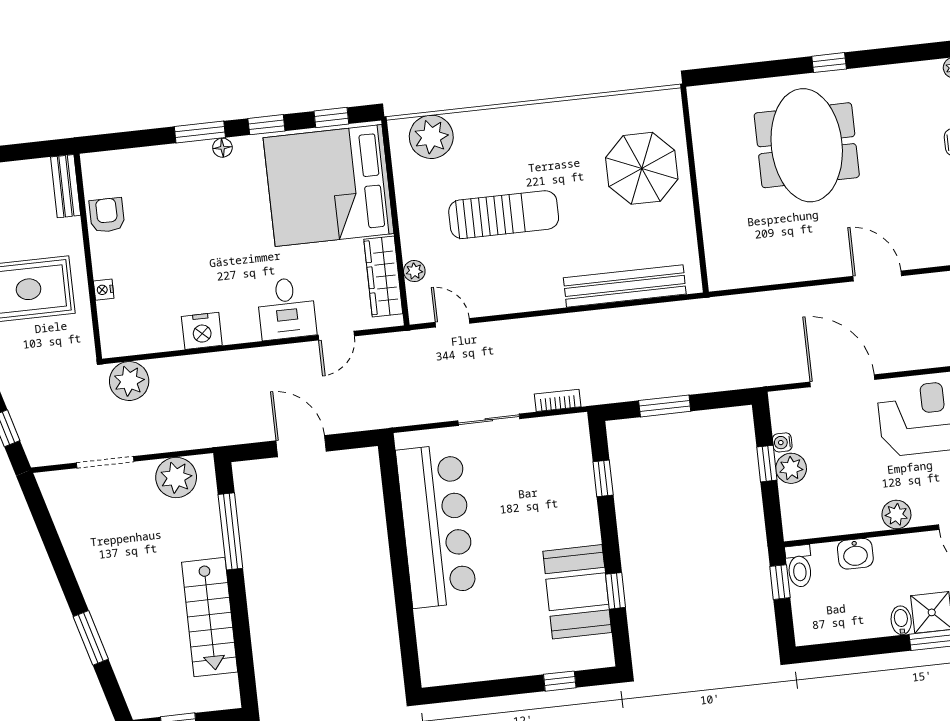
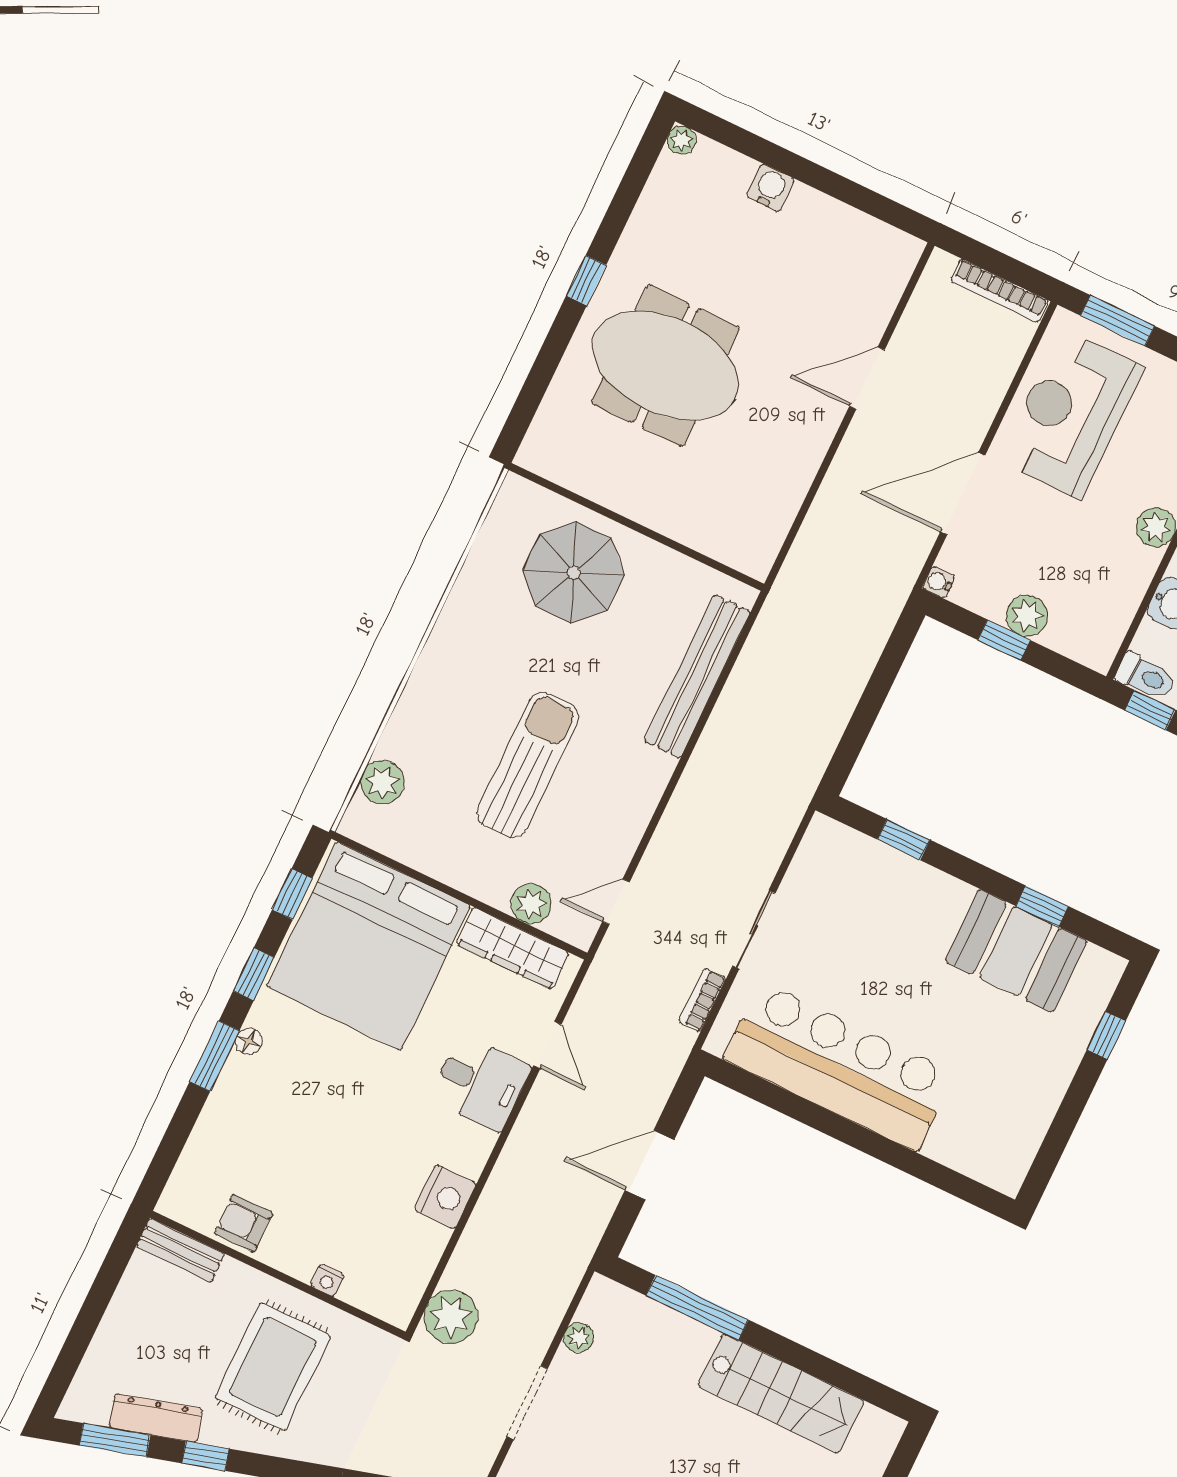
plant: (431, 137) -> (382, 782), width x0.73, depth x0.73
plant: (414, 271) -> (531, 904), width x1.38, depth x1.38
bookcase: (558, 400) -> (703, 1000), moved
window: (665, 406) -> (864, 717), removed
water cooler: (782, 442) -> (938, 582), moved, turned 90
plant: (176, 478) -> (579, 1338), width x0.53, depth x0.53

